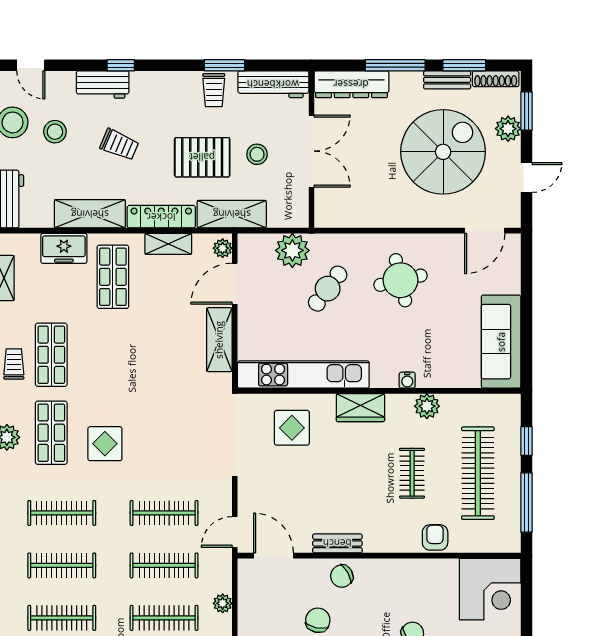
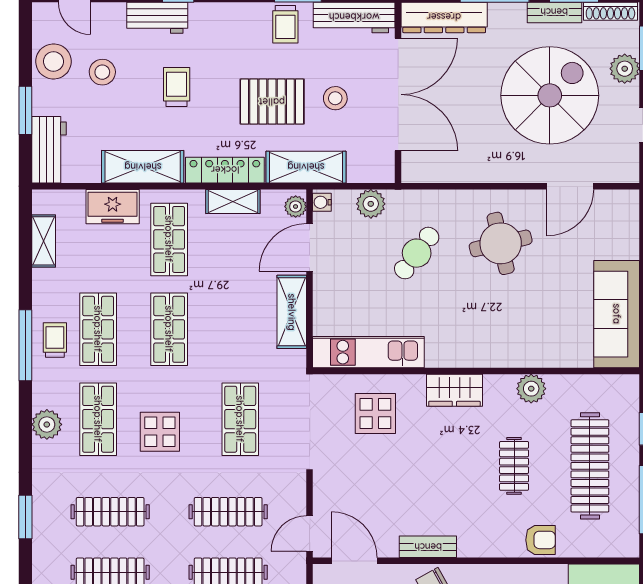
trolley: (119, 145) -> (177, 87), turned -113
double door: (311, 151) -> (398, 94), width x1.36
door: (485, 231) -> (570, 186), moved
plant: (292, 250) -> (371, 204), width x0.73, depth x0.73
shop shelf: (113, 355) -> (169, 329), added
kitchen unit: (303, 375) -> (368, 352), width x0.73
water cooler: (407, 380) -> (322, 202), moved, turned 90
shop shelf: (175, 433) -> (240, 419), added
armchair: (435, 537) -> (540, 540), turned 90

